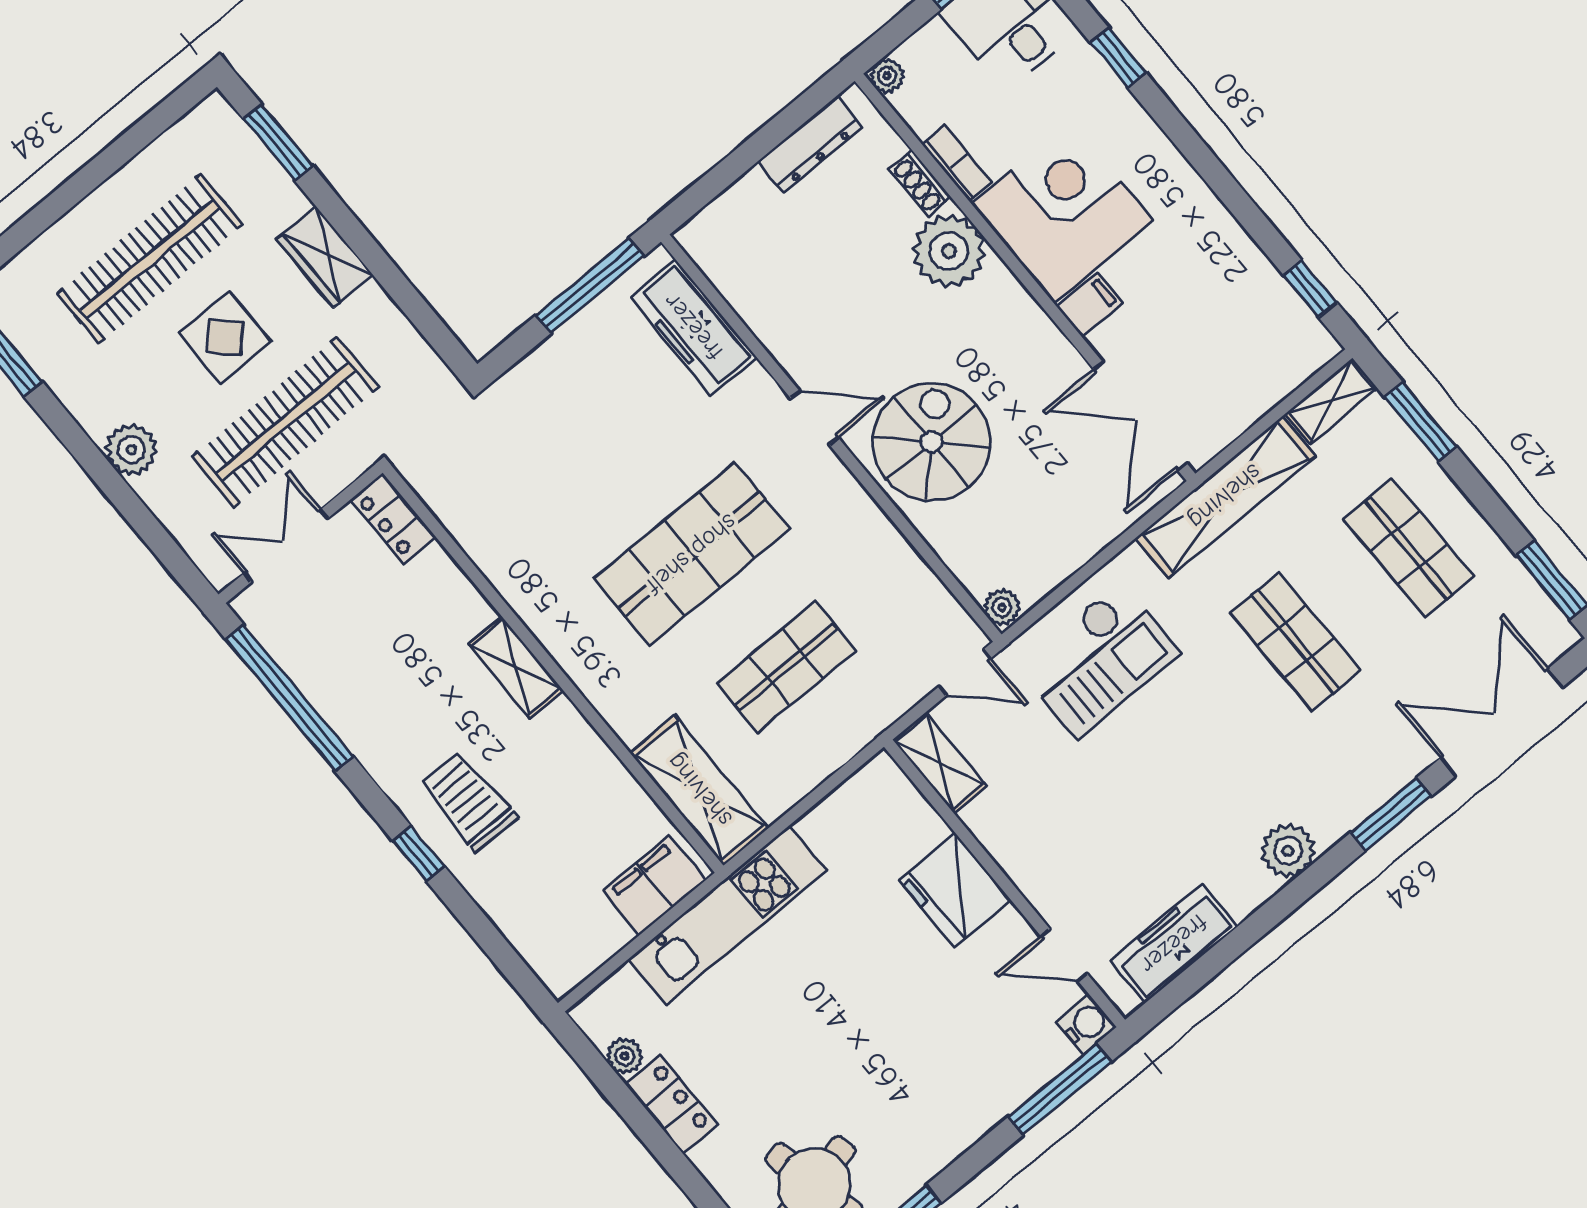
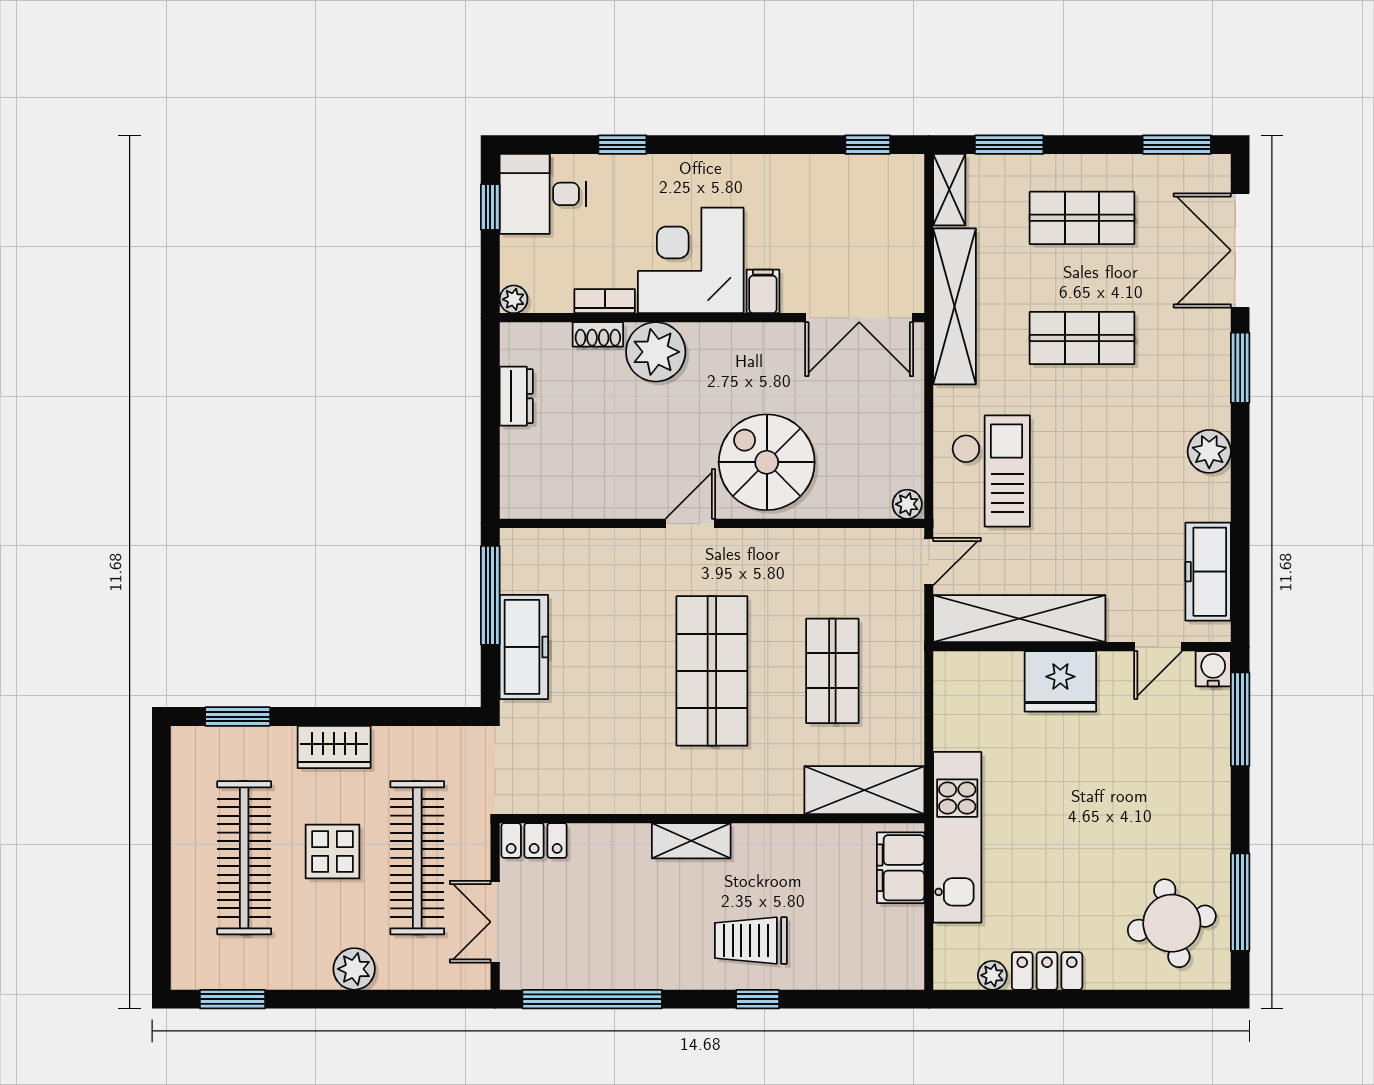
dresser: (810, 144) -> (516, 396), width x0.70
freezer: (693, 327) -> (524, 647), moved, turned -90
shelving: (940, 763) -> (1019, 619), width x2.20, depth x1.33

